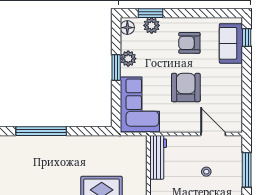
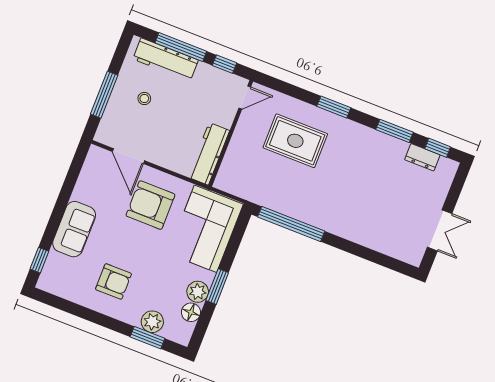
floor lamp: (127, 28) -> (191, 312), moved
sofa: (231, 43) -> (74, 229), moved
armchair: (186, 88) -> (150, 205), moved, turned 90
window: (41, 131) -> (291, 224), moved
stool: (206, 172) -> (144, 98), moved

